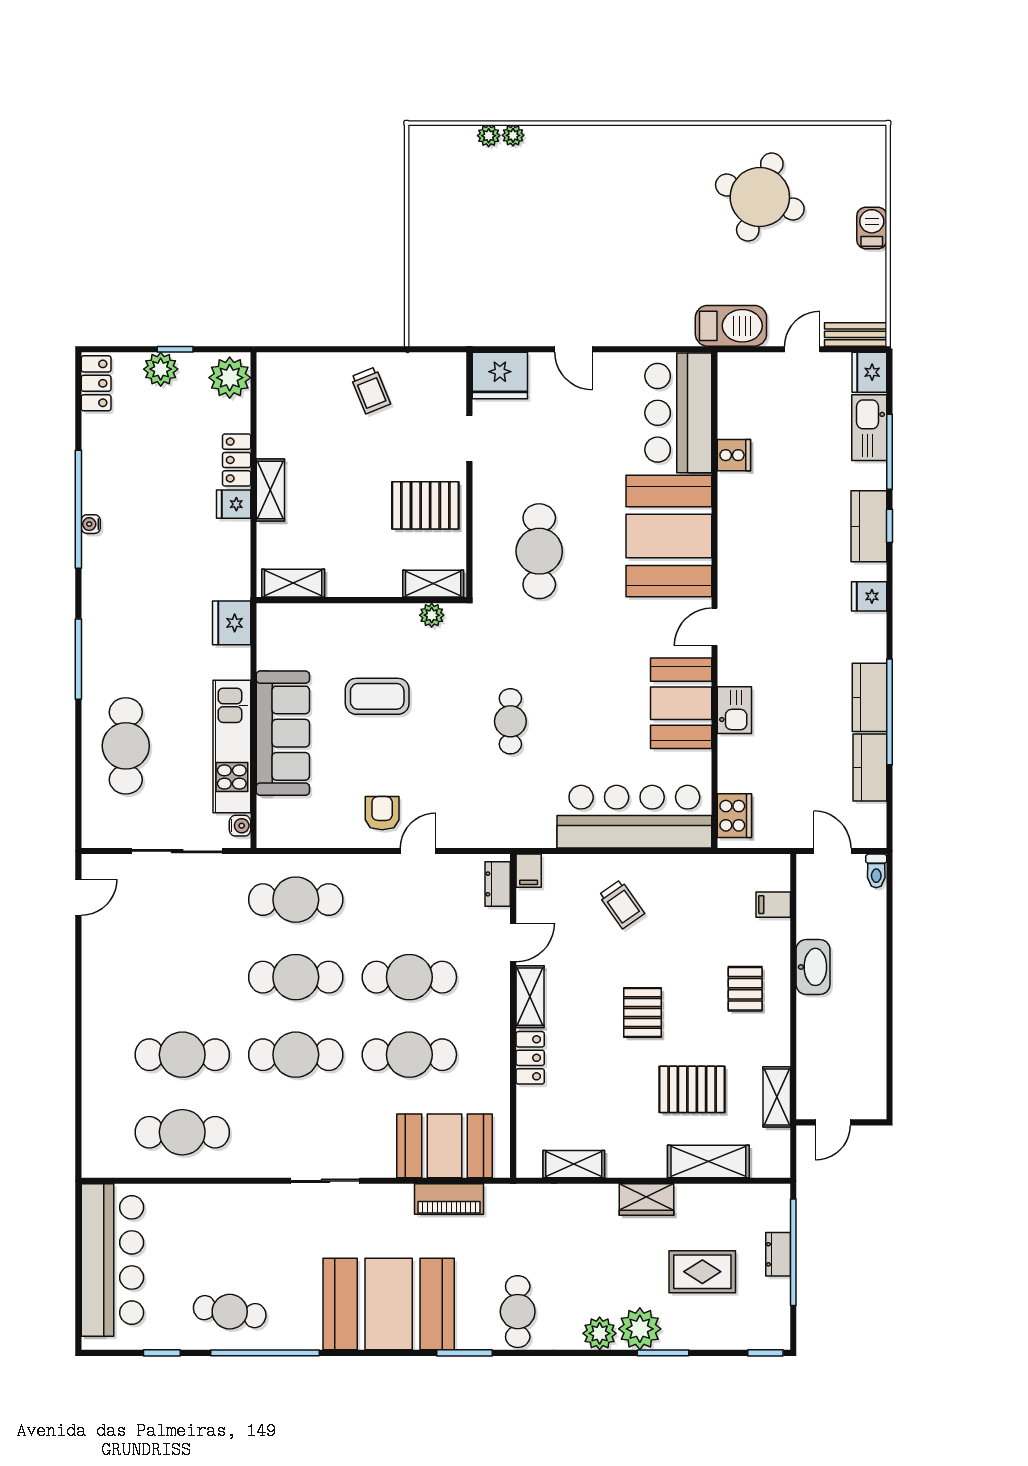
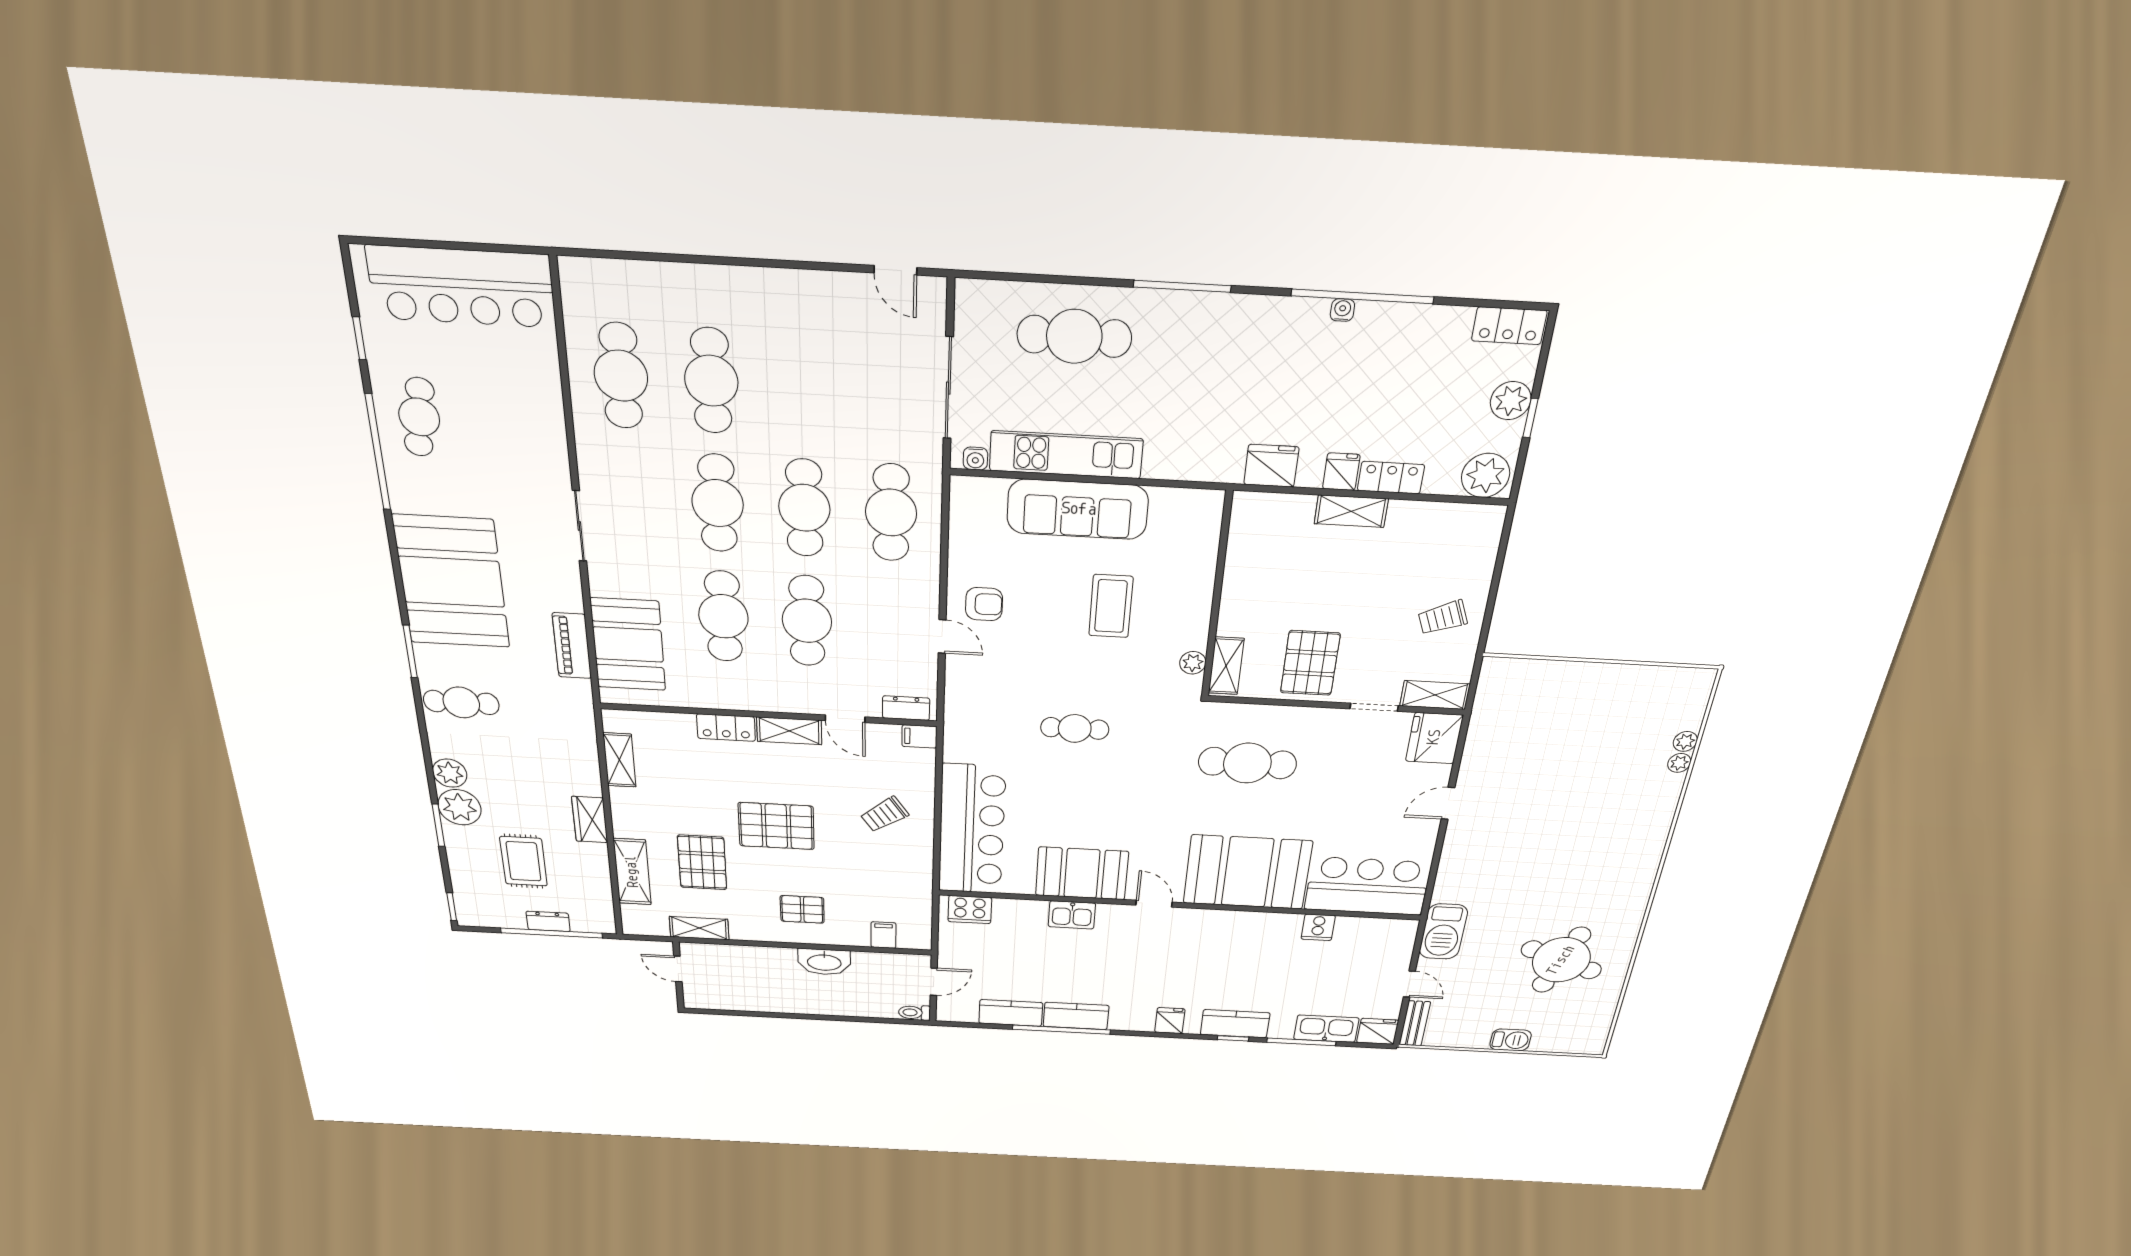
shelving: (293, 583) -> (1435, 695), moved, turned 90
fridge: (232, 623) -> (1271, 466), moved
pallet: (642, 1013) -> (776, 826), width x1.50, depth x1.42

